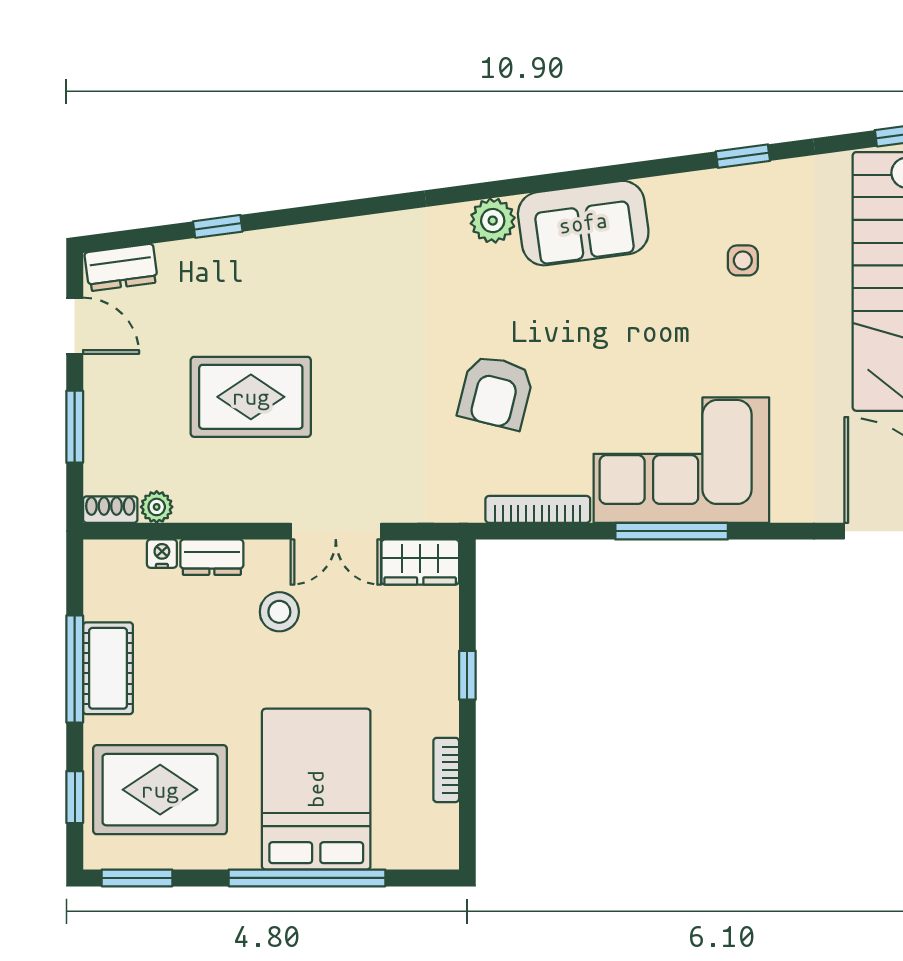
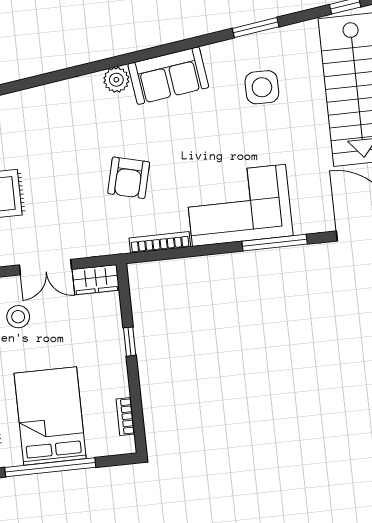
window: (743, 156) -> (256, 28), width x1.50
side table: (743, 260) -> (262, 87), width x1.87, depth x1.87
window: (672, 531) -> (275, 243), moved
bookcase: (446, 770) -> (125, 417), moved

